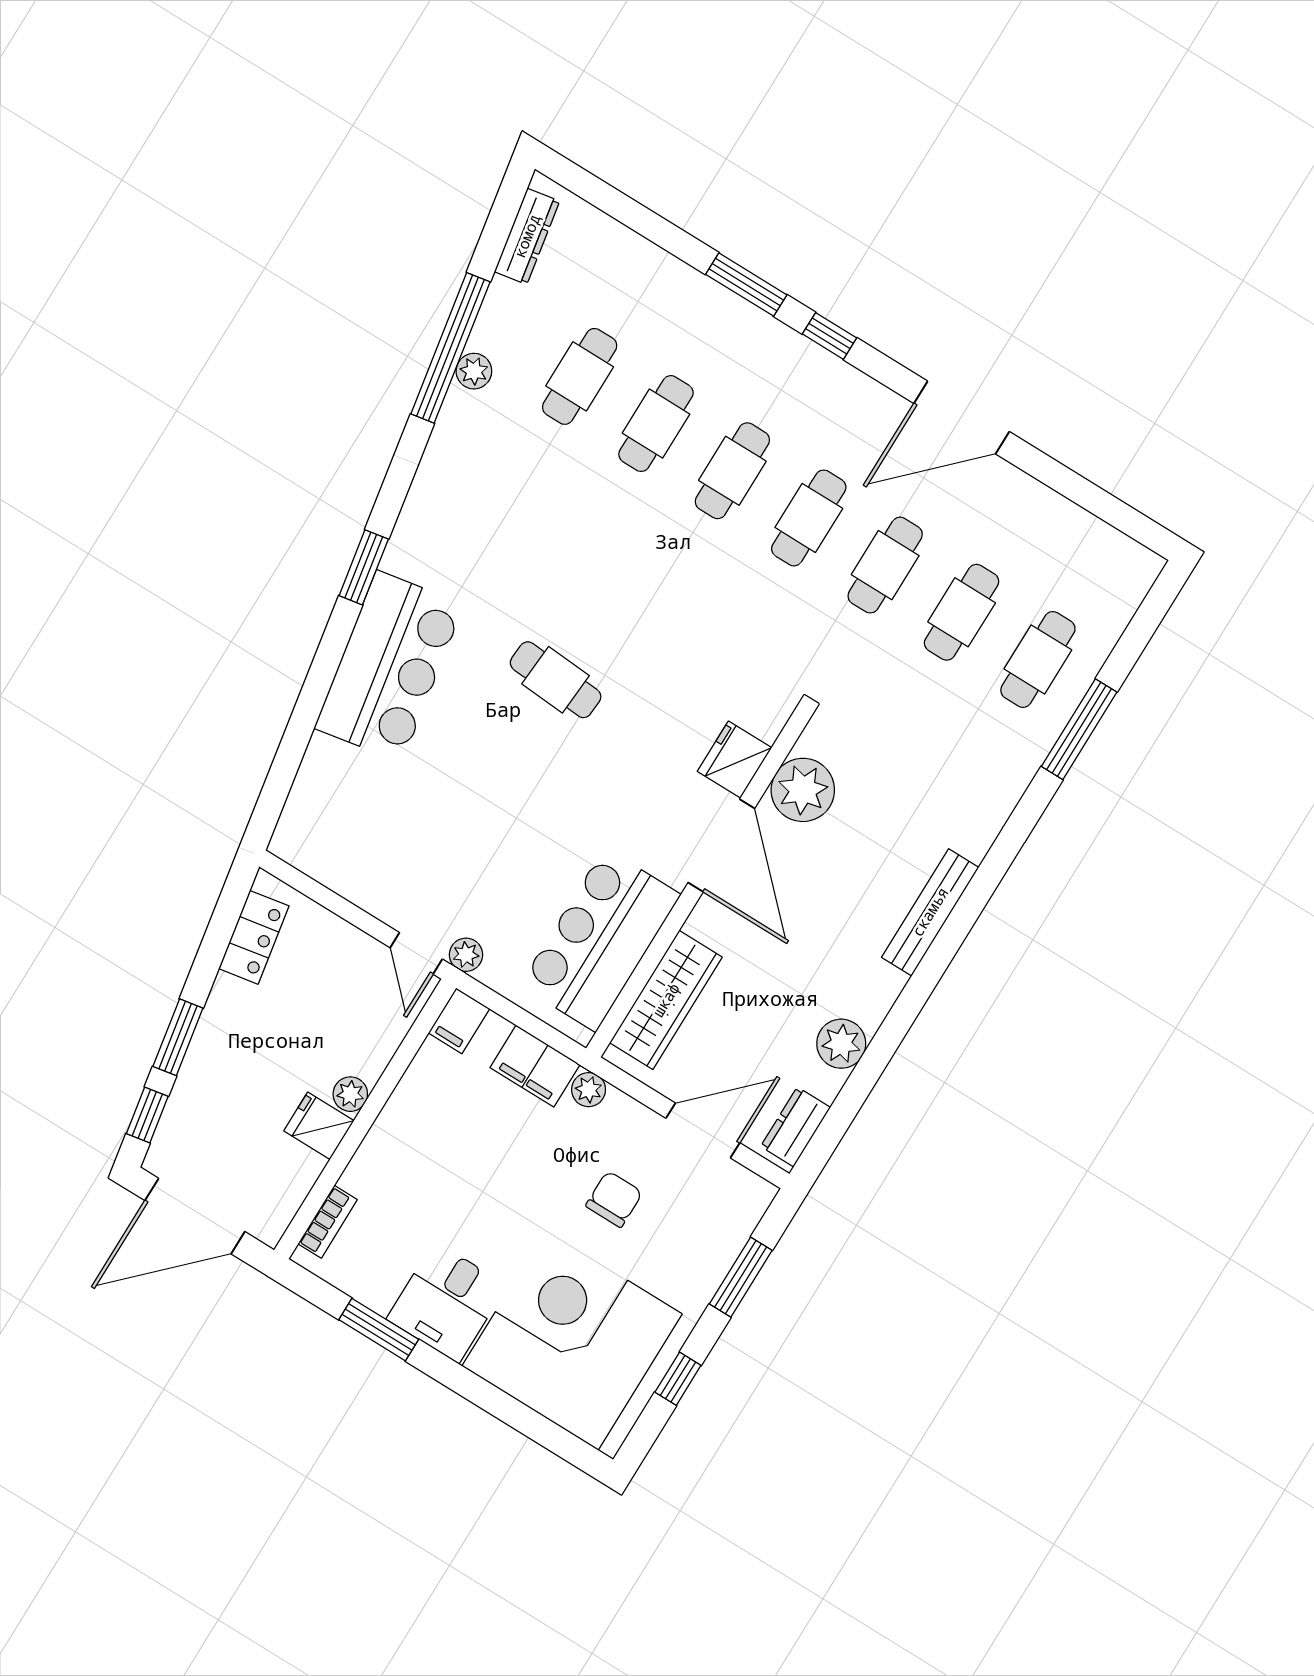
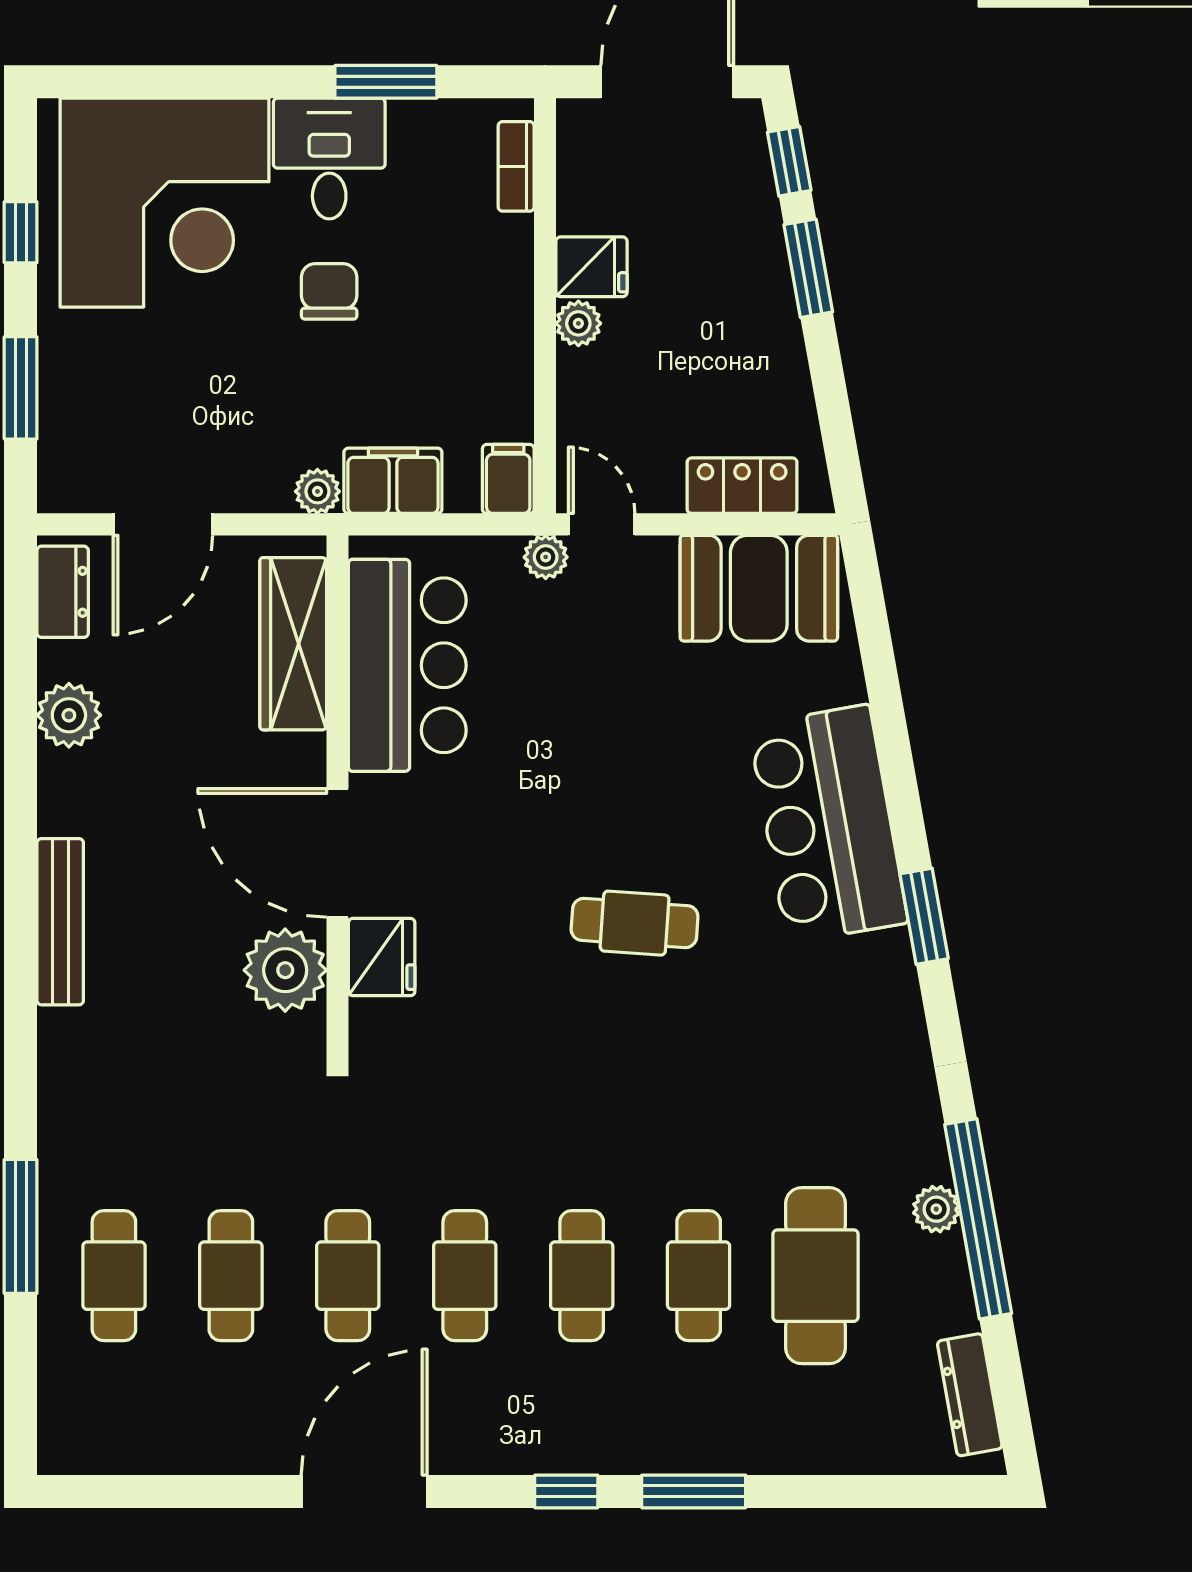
cafe table: (580, 376) -> (816, 1276), width x1.37, depth x1.35
booth: (339, 848) -> (759, 588), added
locker: (254, 937) -> (742, 486), moved, turned 100
chair: (614, 1199) -> (329, 291), moved, turned 180

